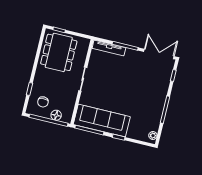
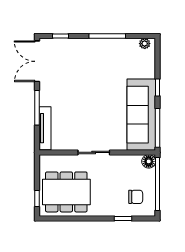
floor lamp: (56, 115) -> (149, 161), moved

